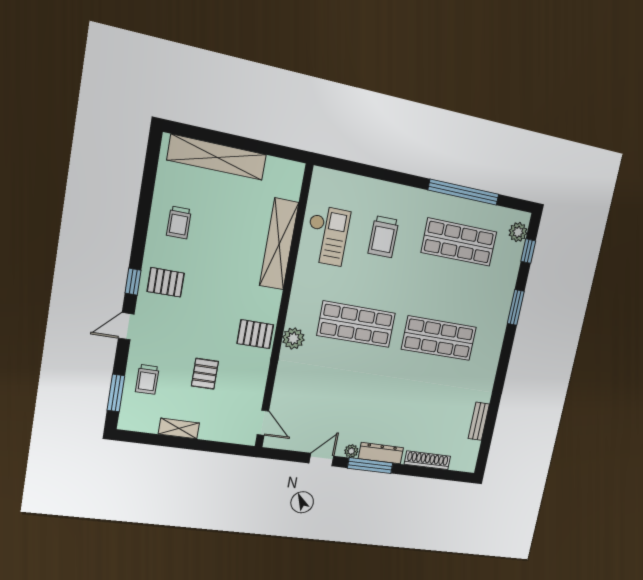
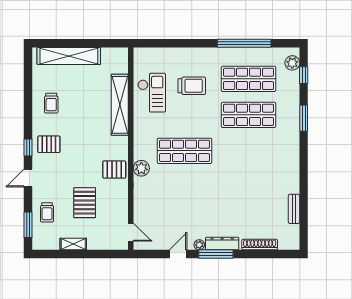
trolley: (383, 237) -> (192, 86), turned -90
shop shelf: (439, 338) -> (249, 115), moved
pallet: (205, 374) -> (85, 203), width x1.50, depth x1.42

